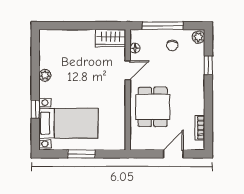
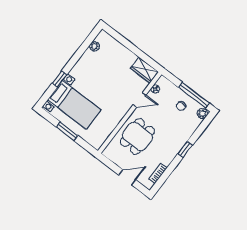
window: (163, 26) -> (194, 95), moved
window: (208, 65) -> (185, 149), moved
plant: (45, 75) -> (94, 46), moved

